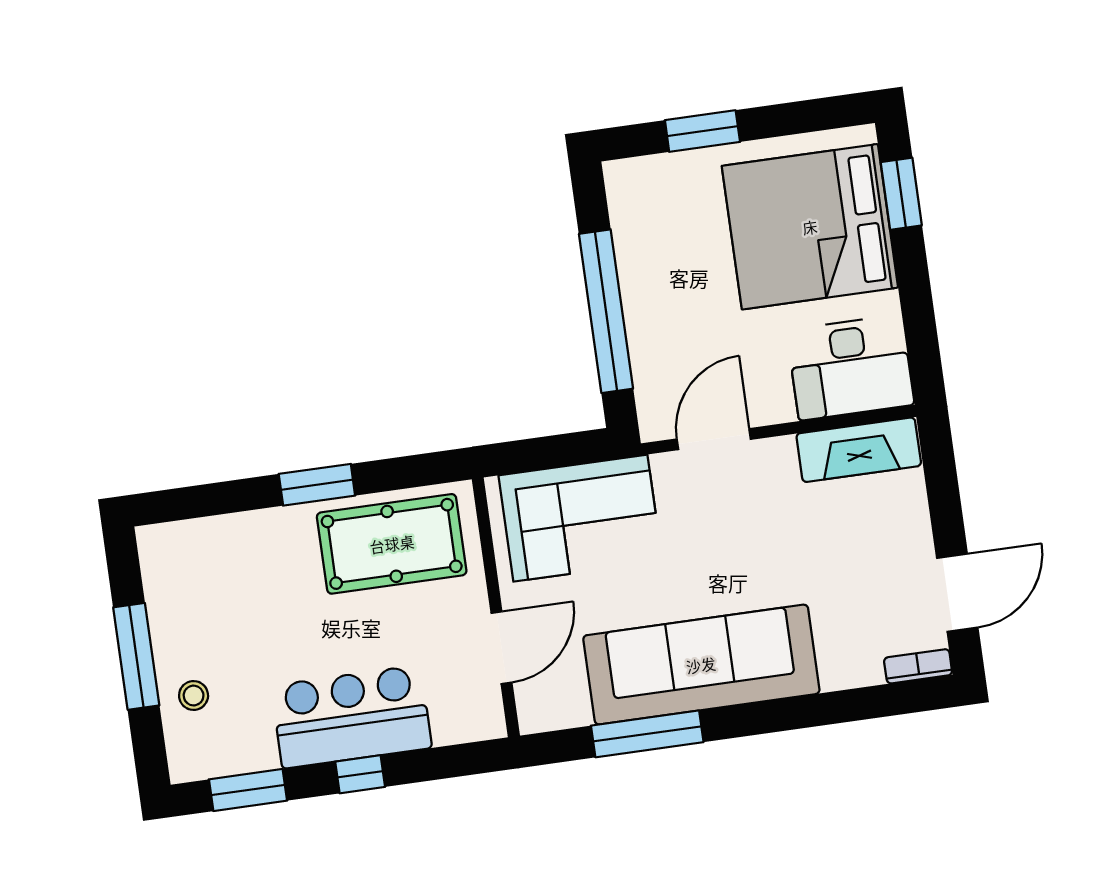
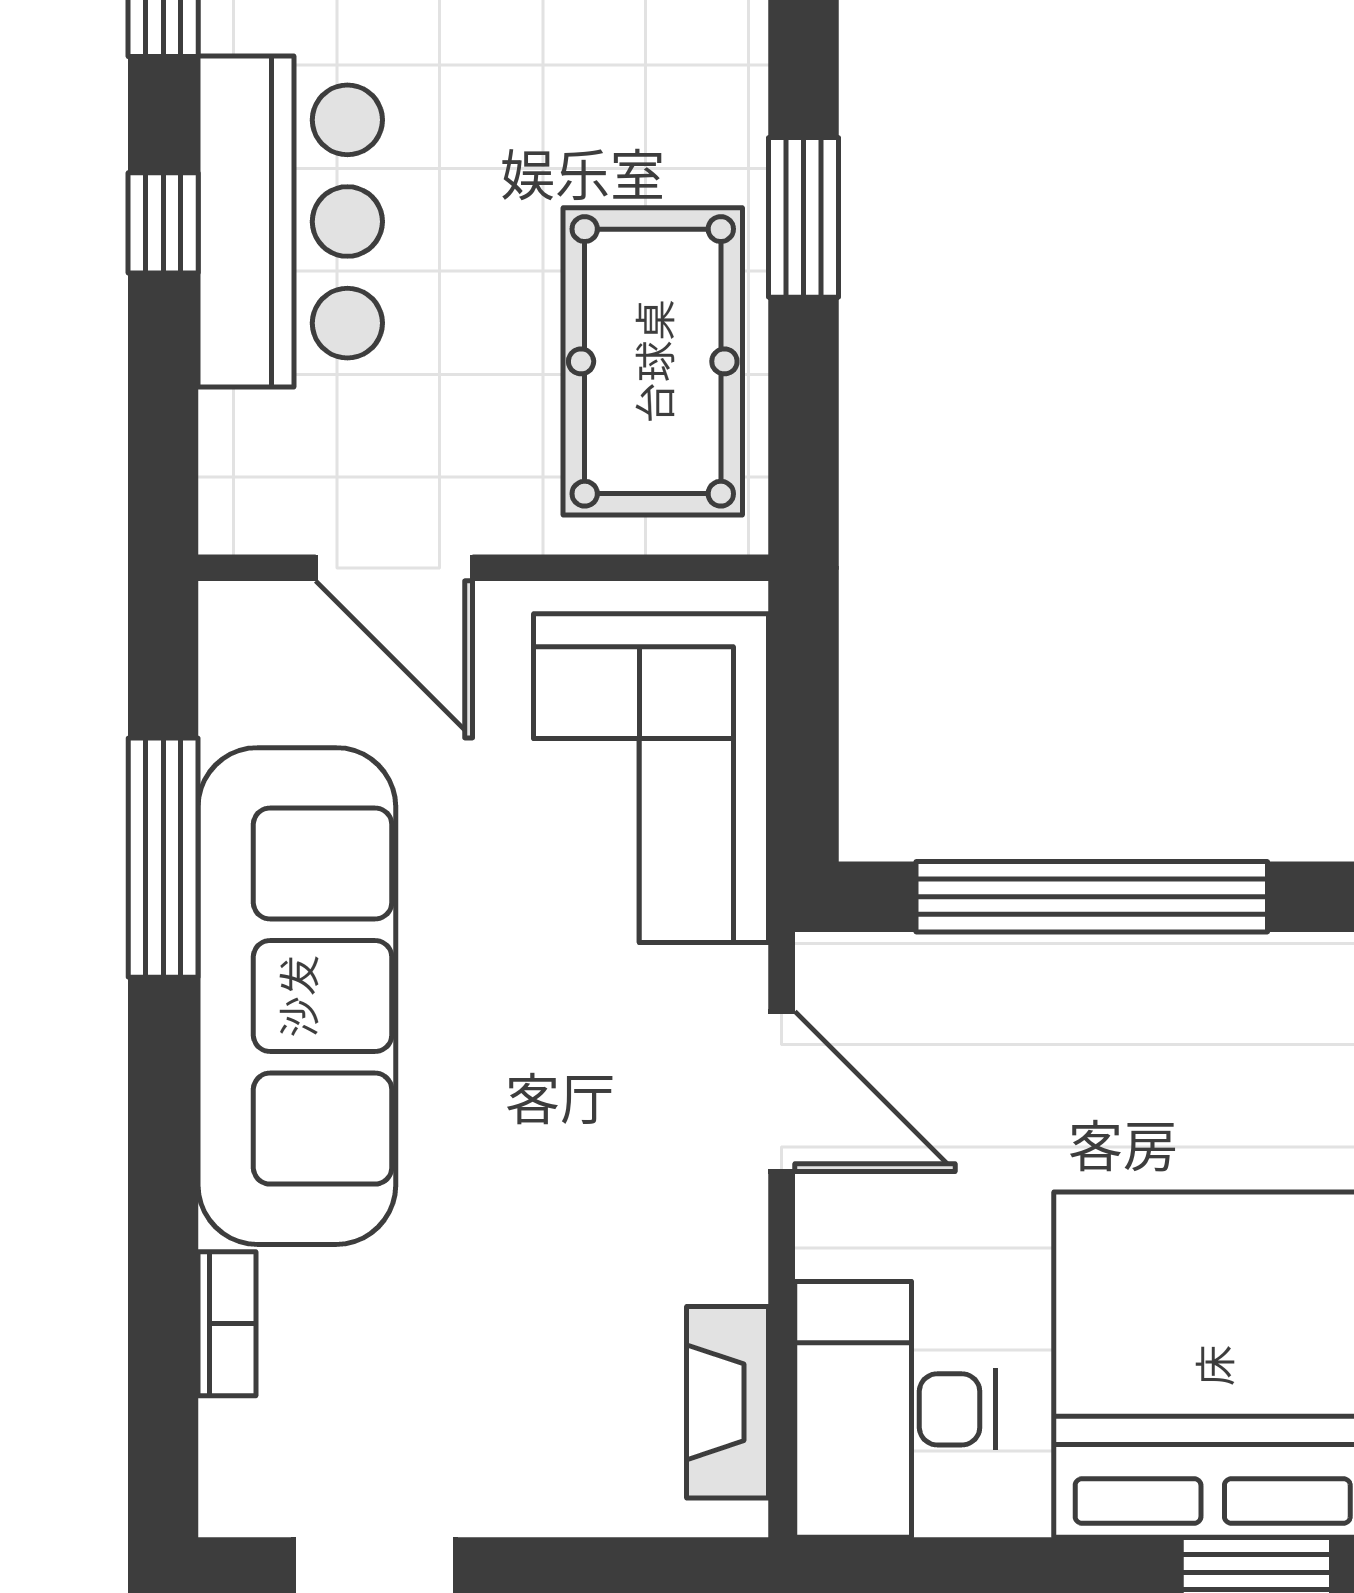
fireplace: (859, 450) -> (728, 1402), width x0.73, depth x0.76
bookcase: (918, 666) -> (227, 1324), moved

